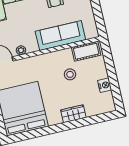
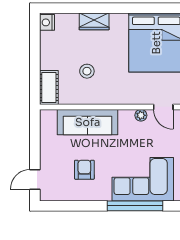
cot: (86, 51) -> (49, 88), moved, turned 90
nightstand: (105, 85) -> (47, 22), moved

